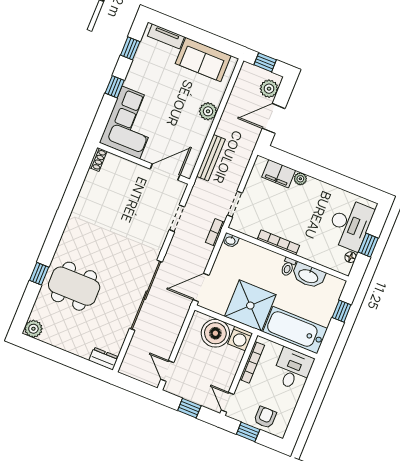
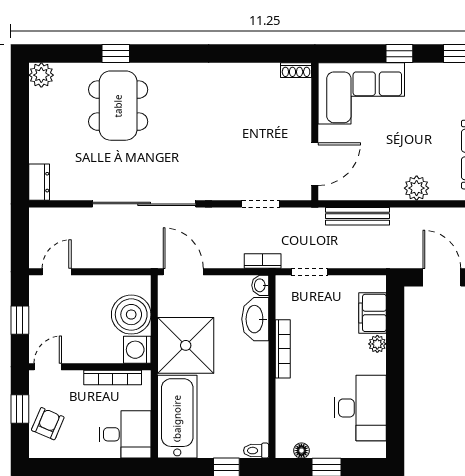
door: (165, 172) -> (315, 164), hinge flipped
desk: (350, 224) -> (360, 408), moved, turned -90
toilet: (288, 267) -> (256, 451), moved
washbasin: (308, 276) -> (255, 319), moved
armchair: (265, 417) -> (48, 424), turned -67

